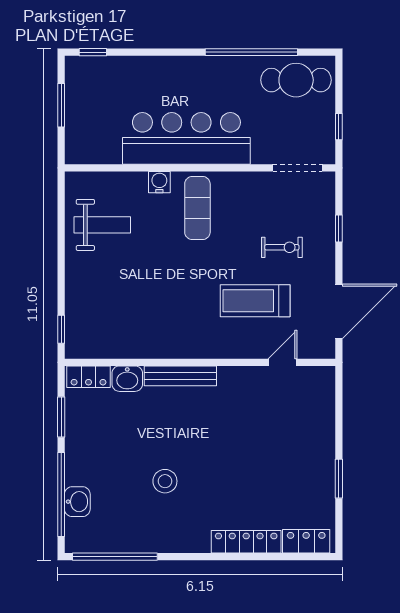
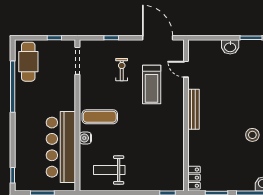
bar counter: (186, 138) -> (61, 147), moved
weight bench: (102, 225) -> (109, 170), turned -90
bench: (180, 376) -> (194, 109), moved
washbasin: (127, 379) -> (230, 47), moved, turned 90

